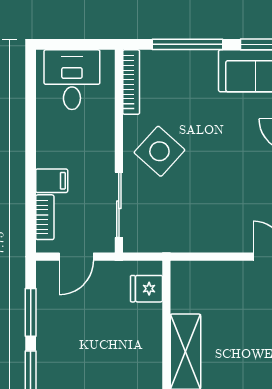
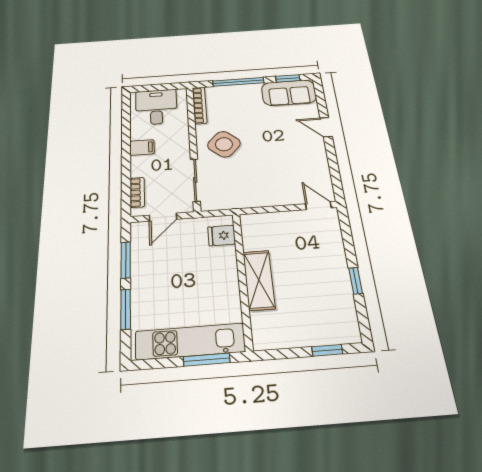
filing cabinet: (52, 181) -> (142, 147), moved

